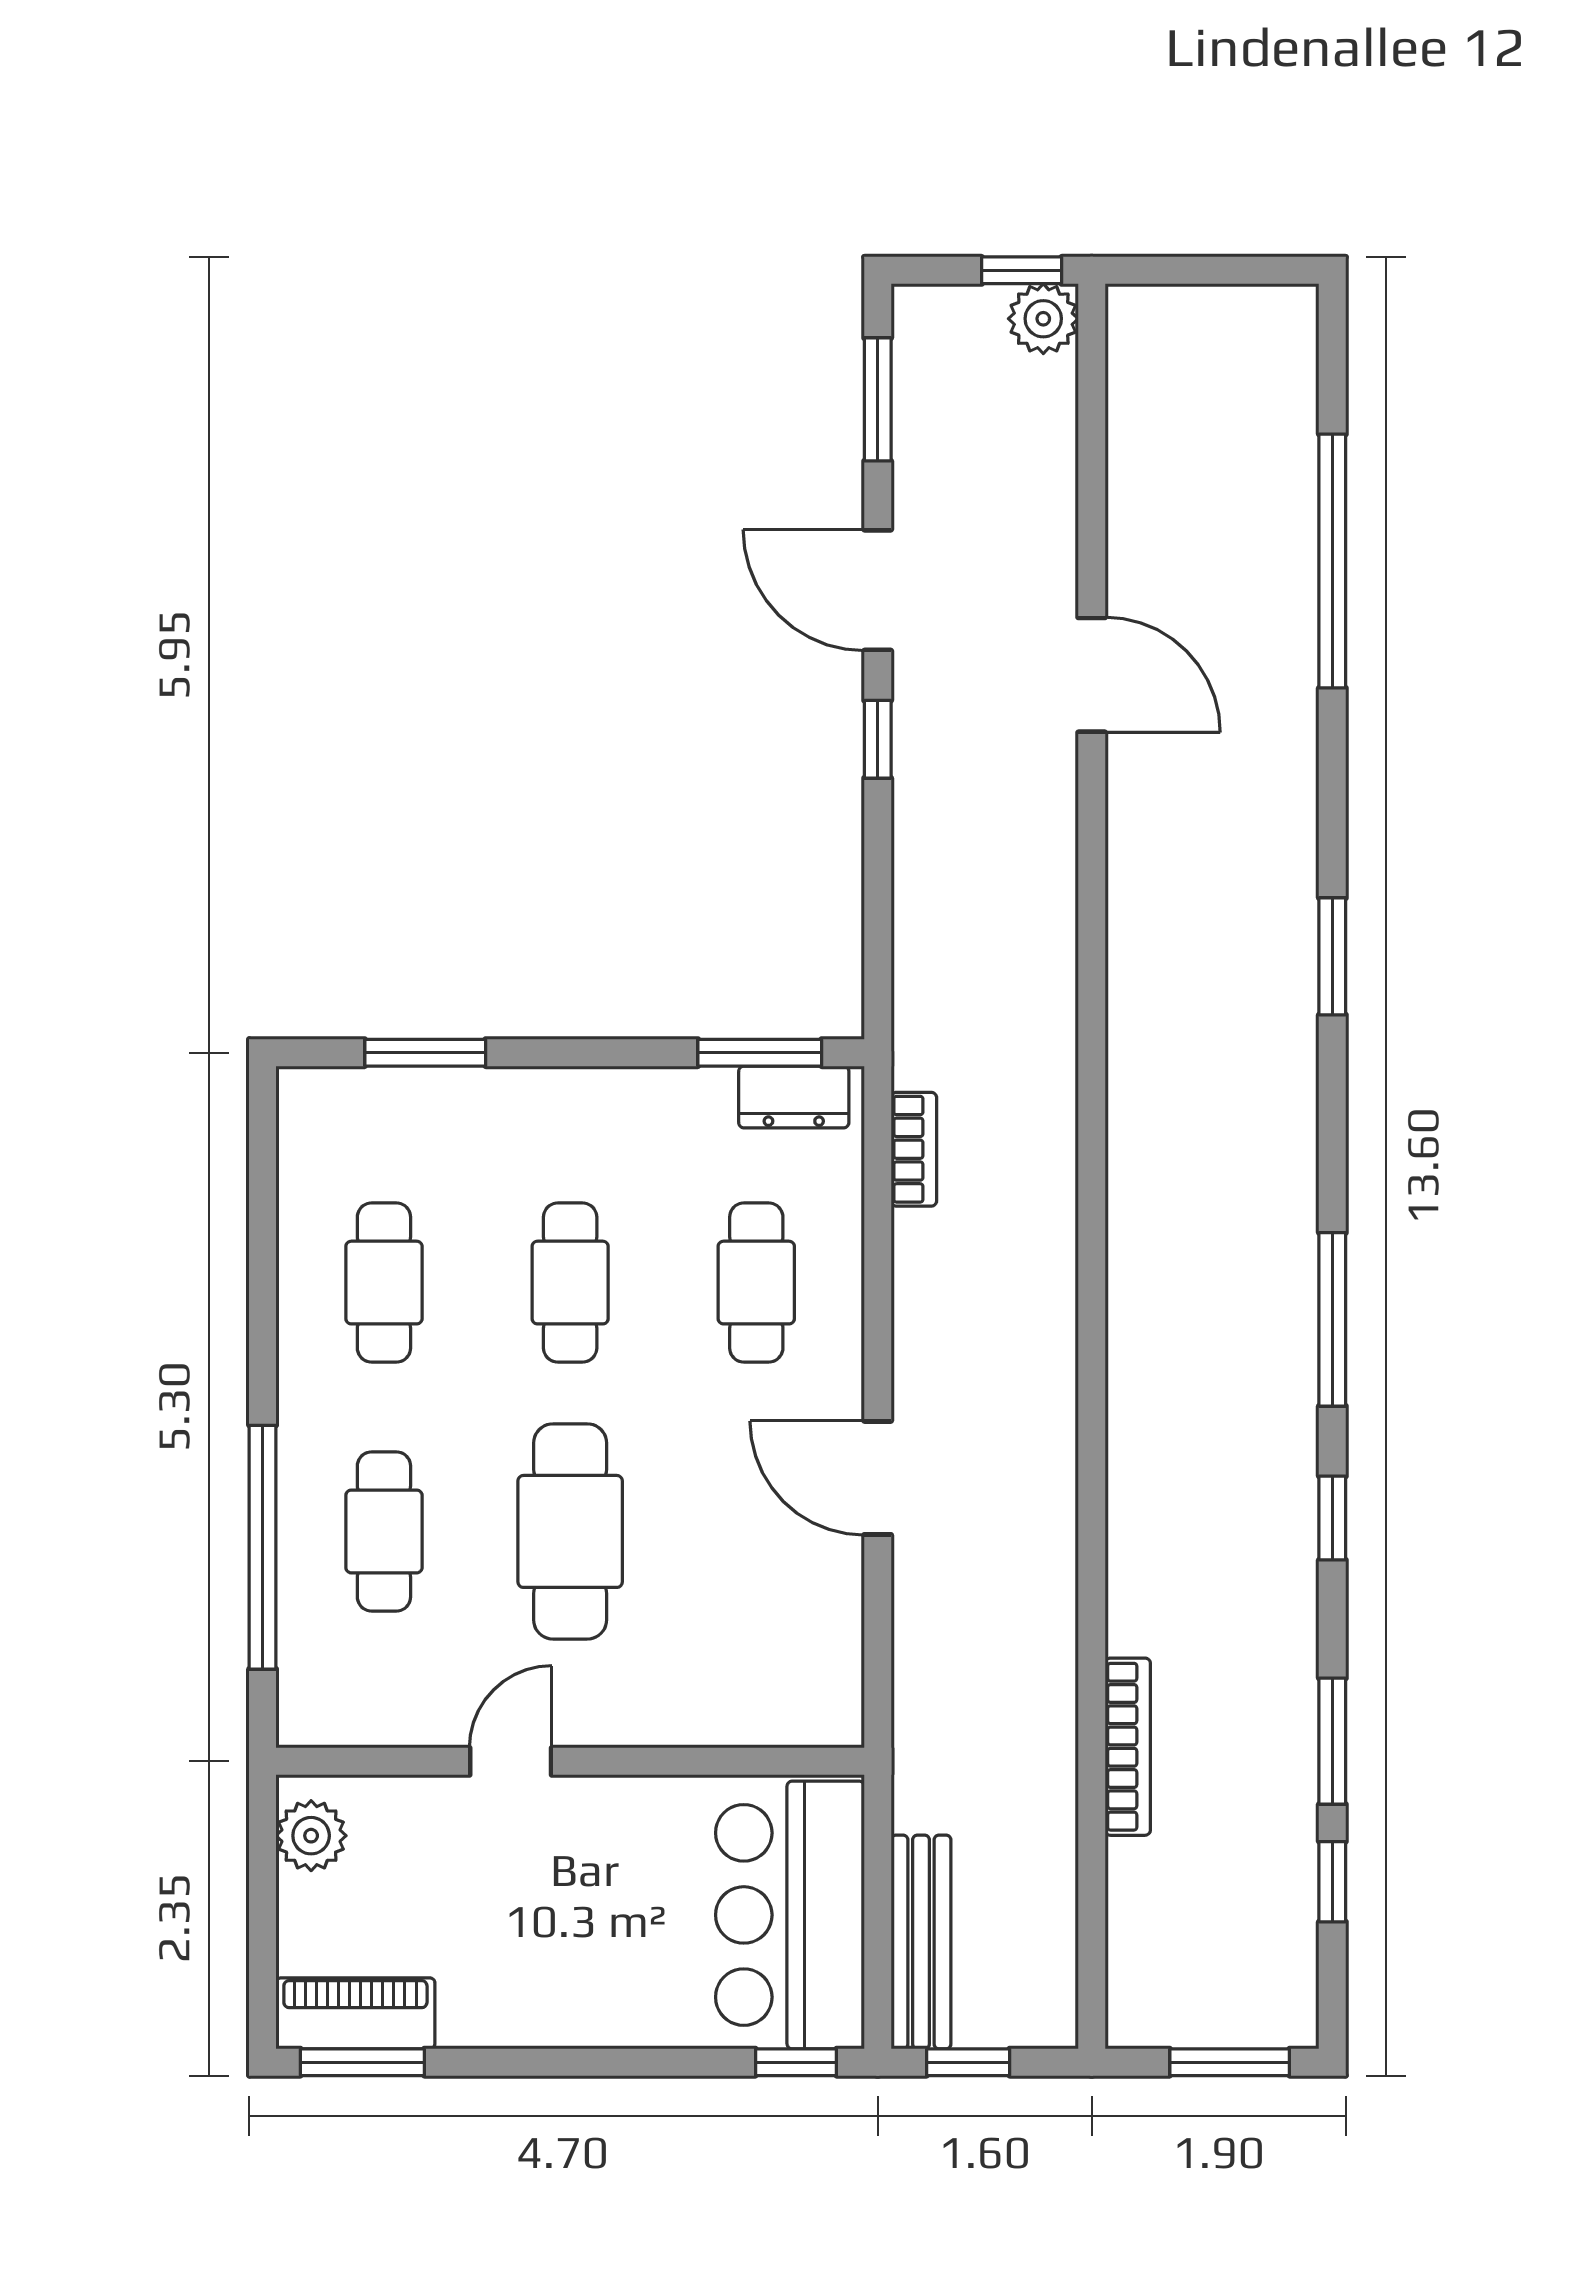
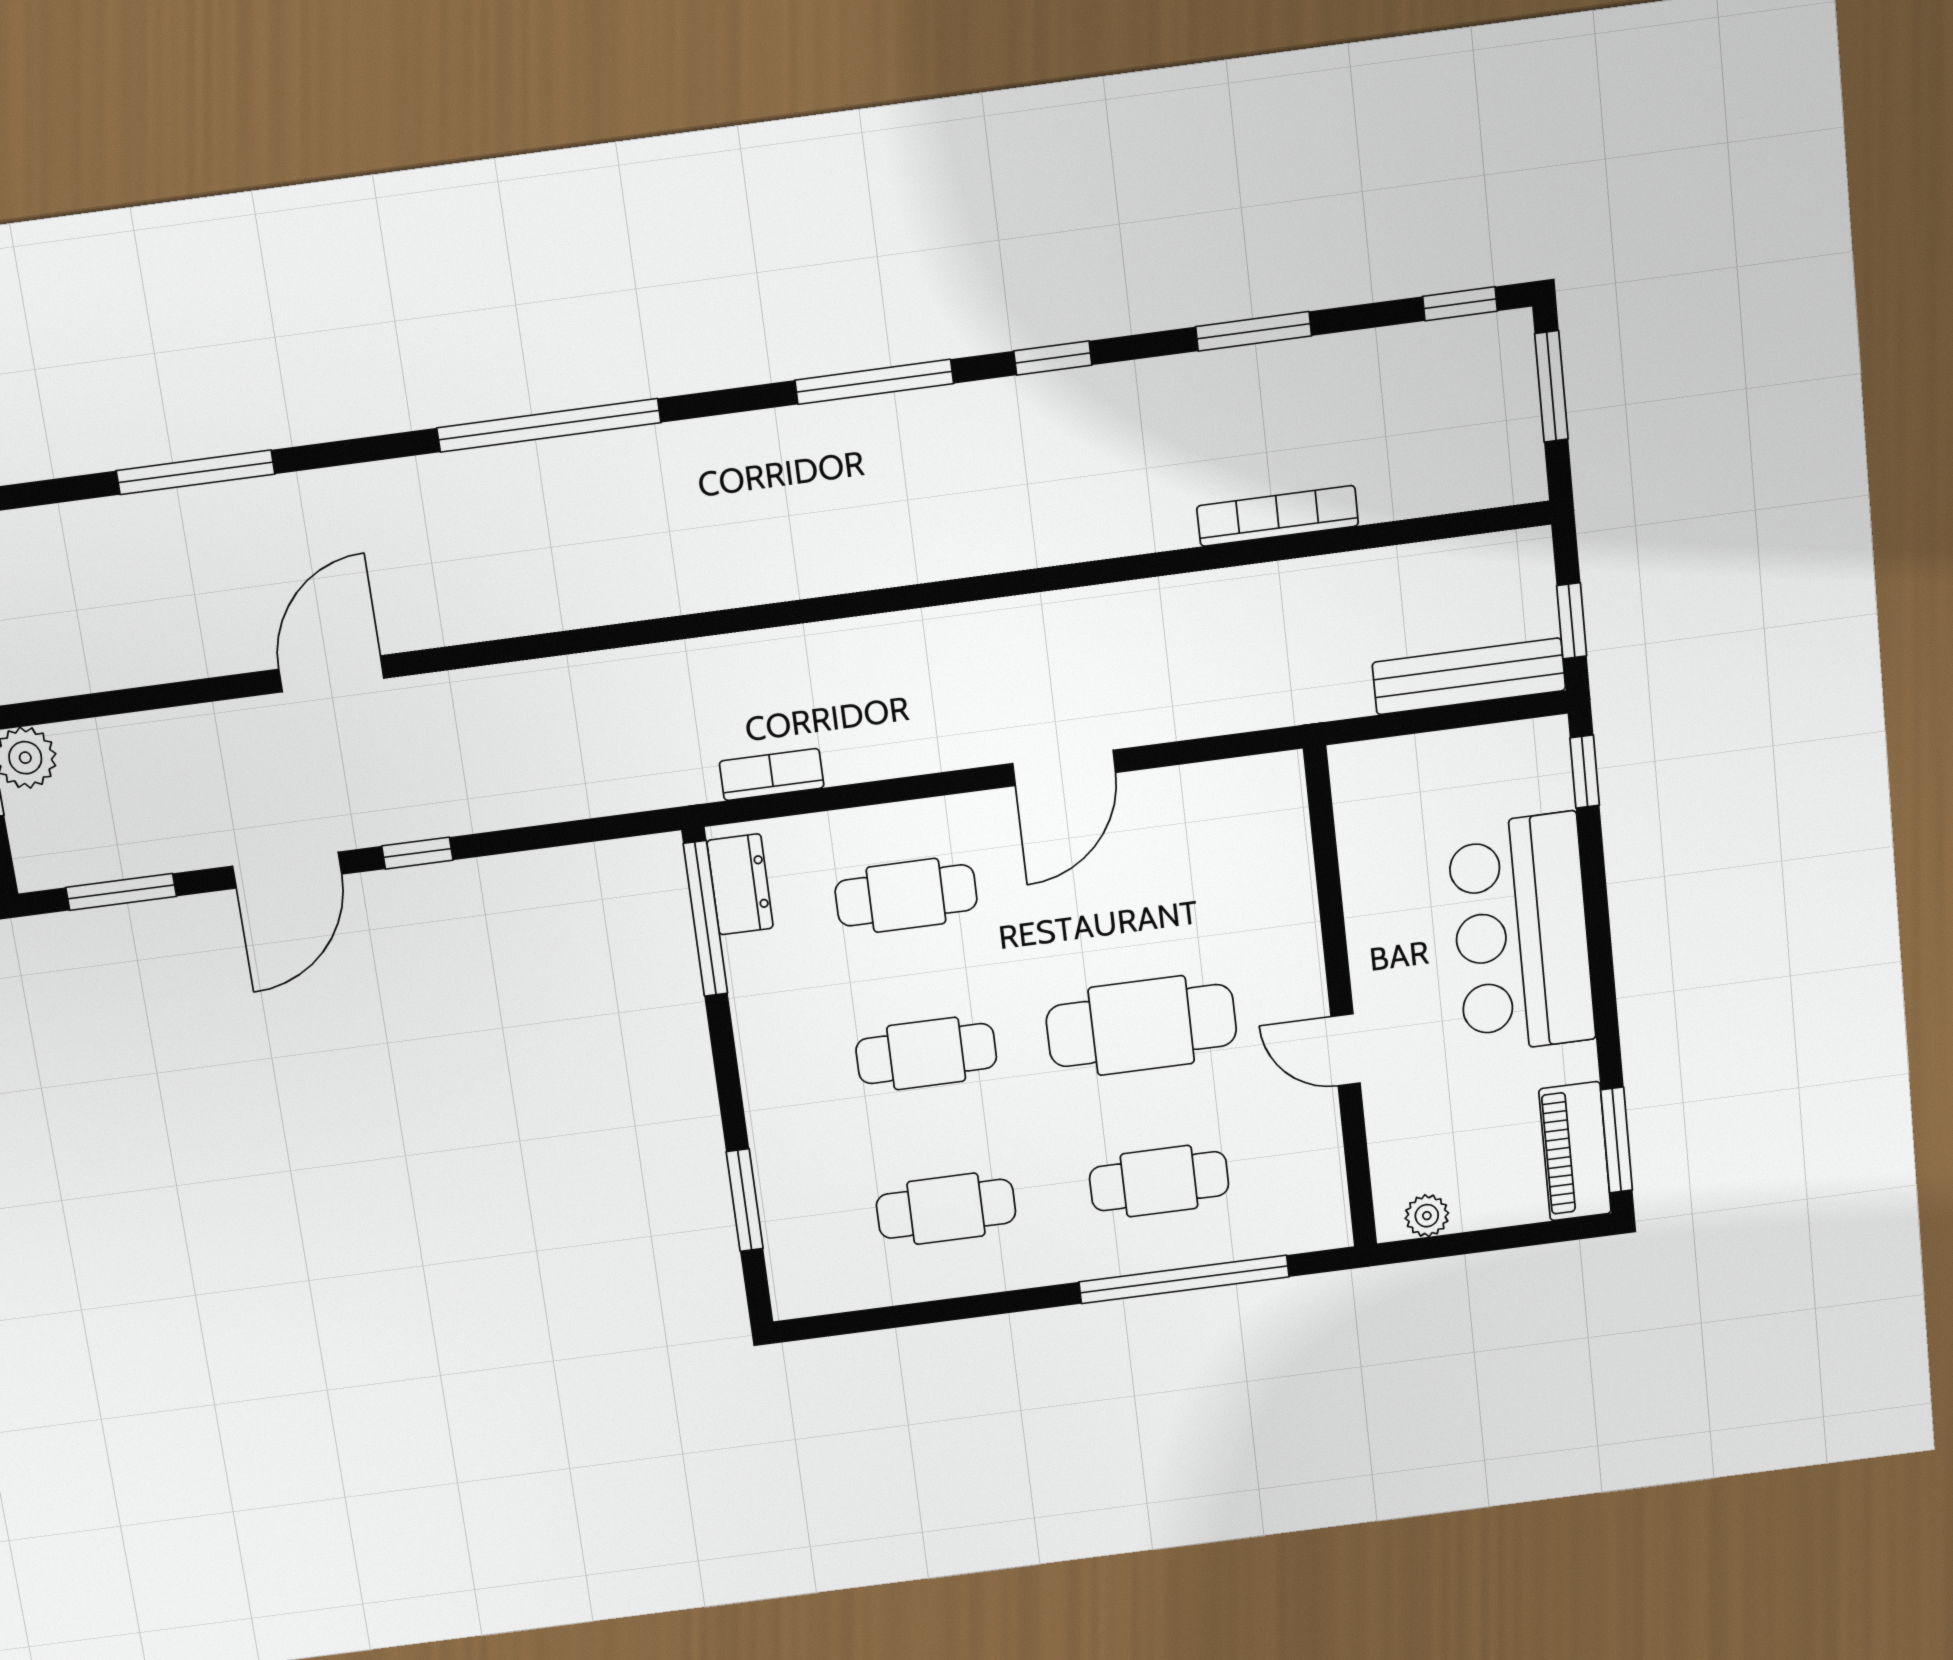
window: (1332, 561) -> (195, 472), width x0.68
window: (1332, 956) -> (549, 425), width x2.11
window: (760, 1053) -> (705, 919), width x1.44
plant: (311, 1836) -> (1427, 1216), width x0.73, depth x0.73
window: (1332, 1882) -> (1460, 304), moved
bar counter: (790, 1915) -> (1521, 934), moved, turned 90

